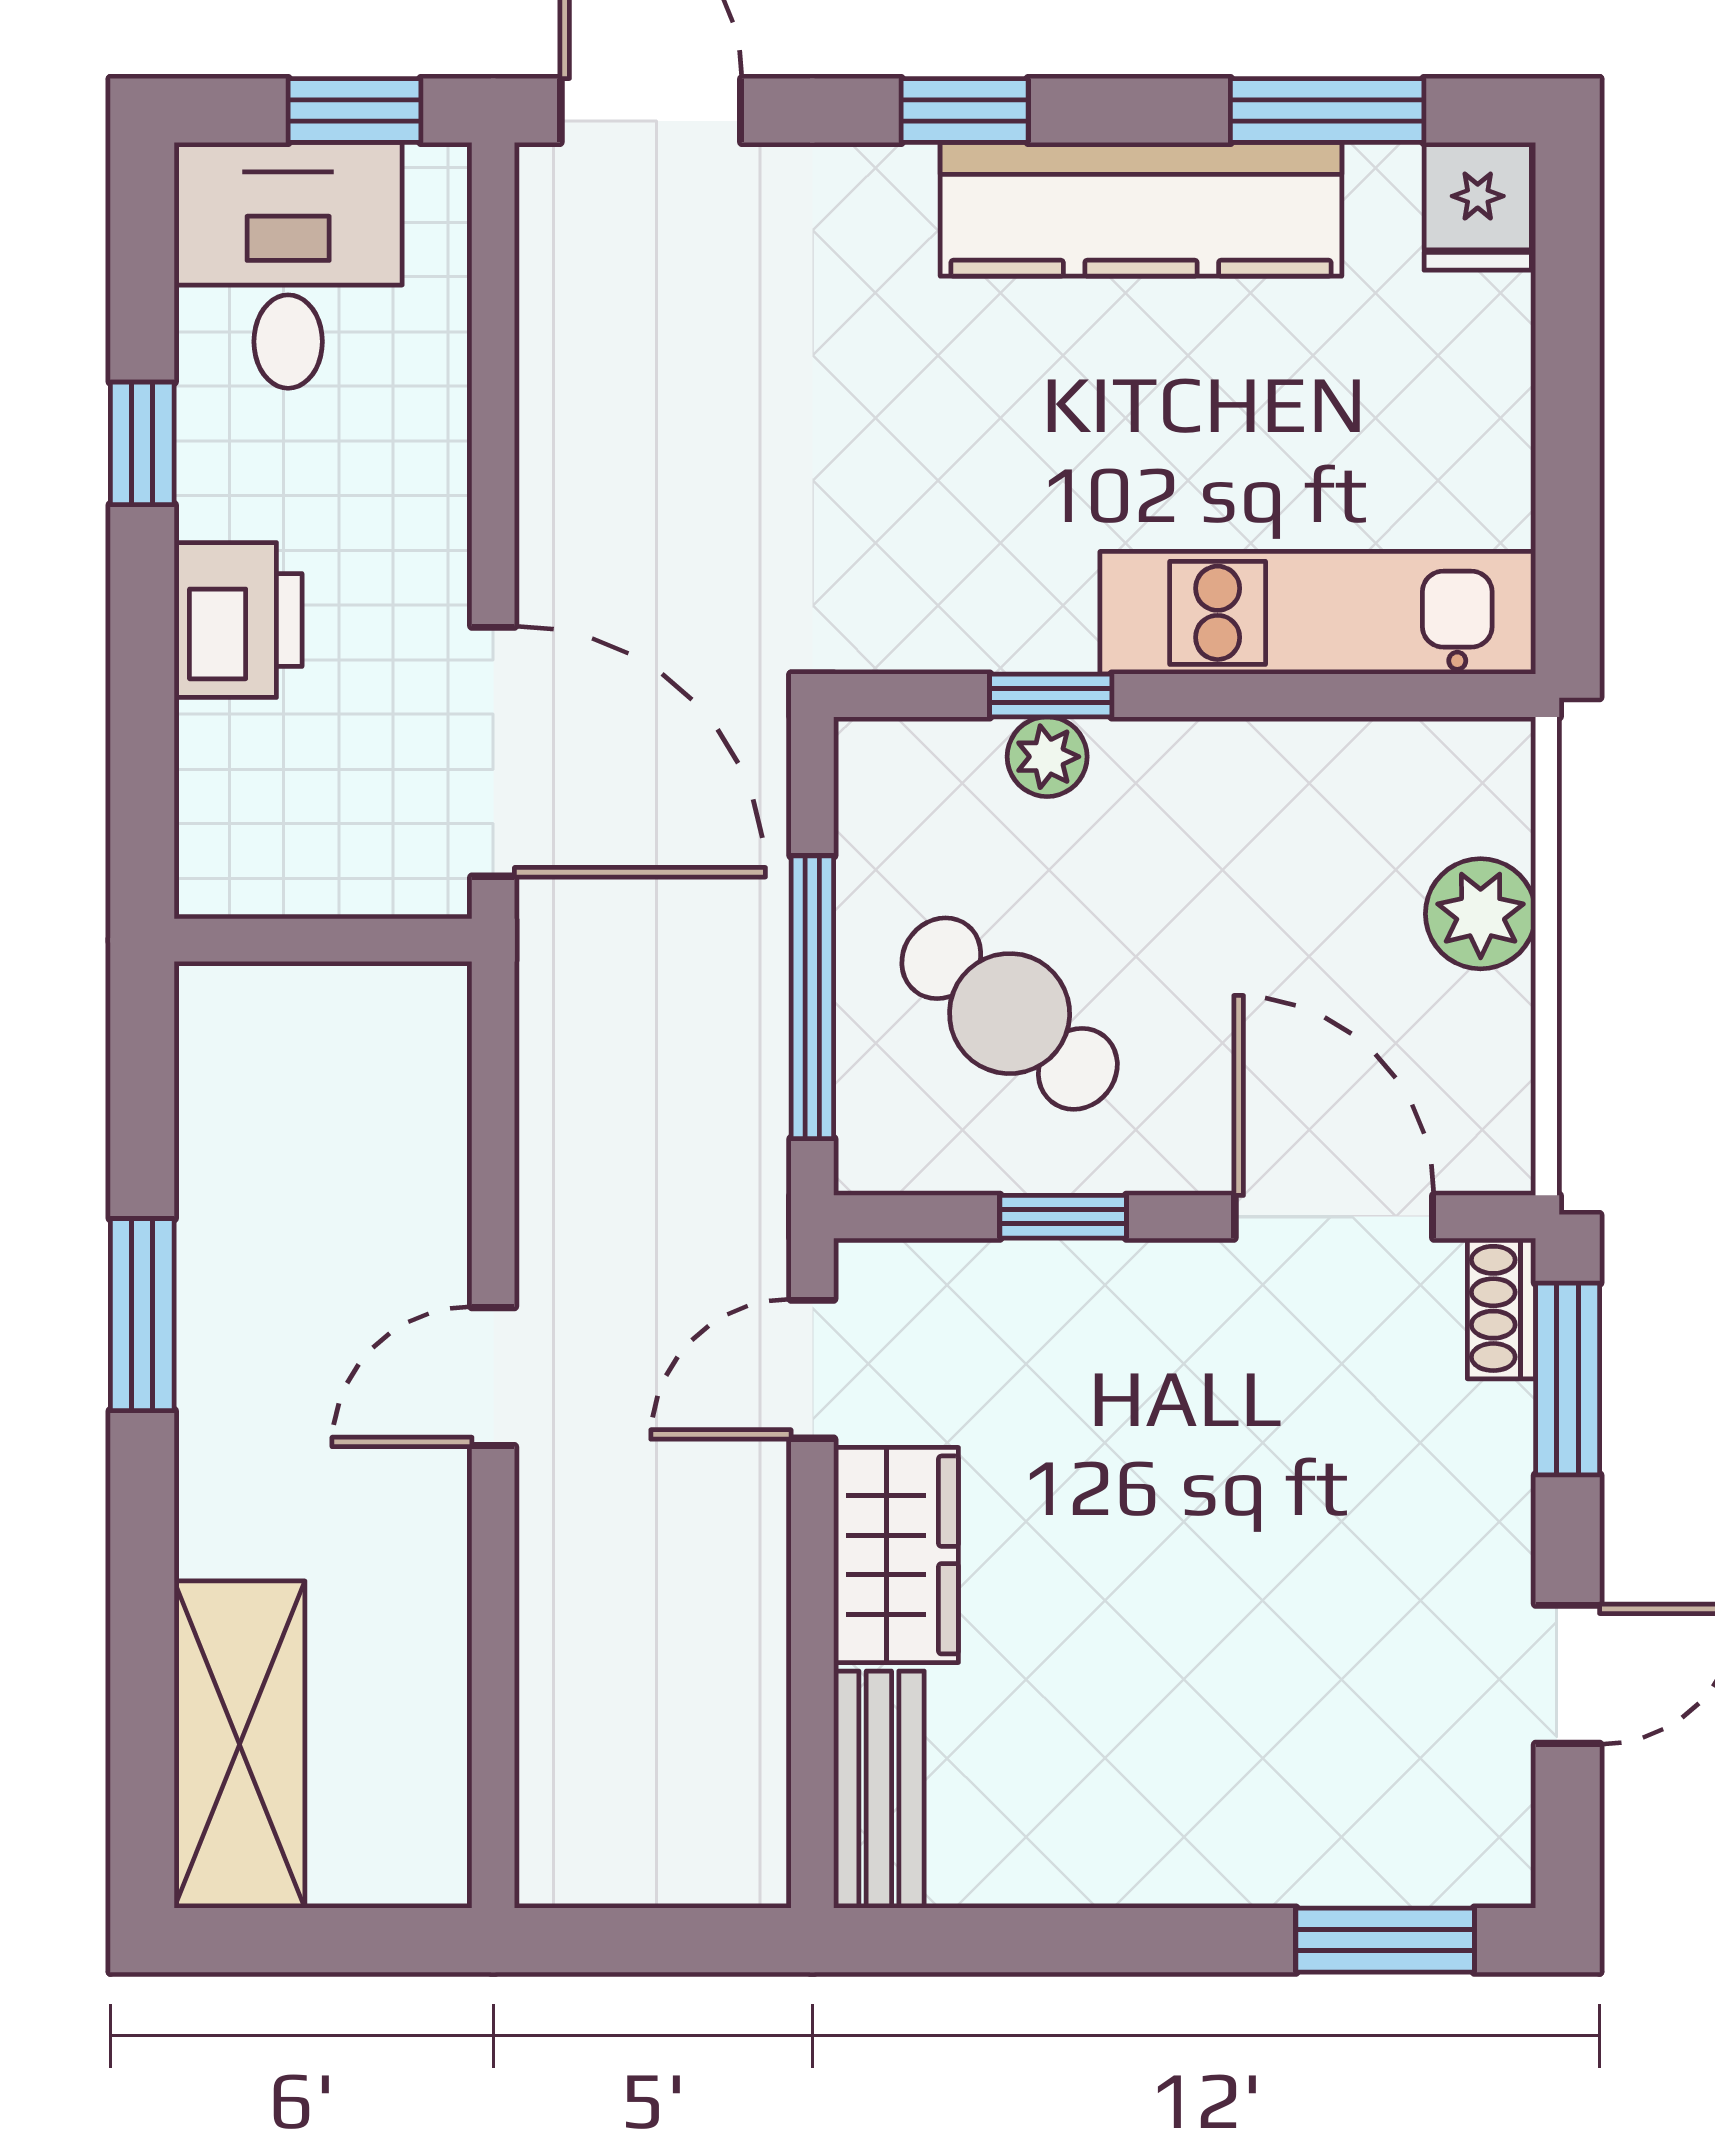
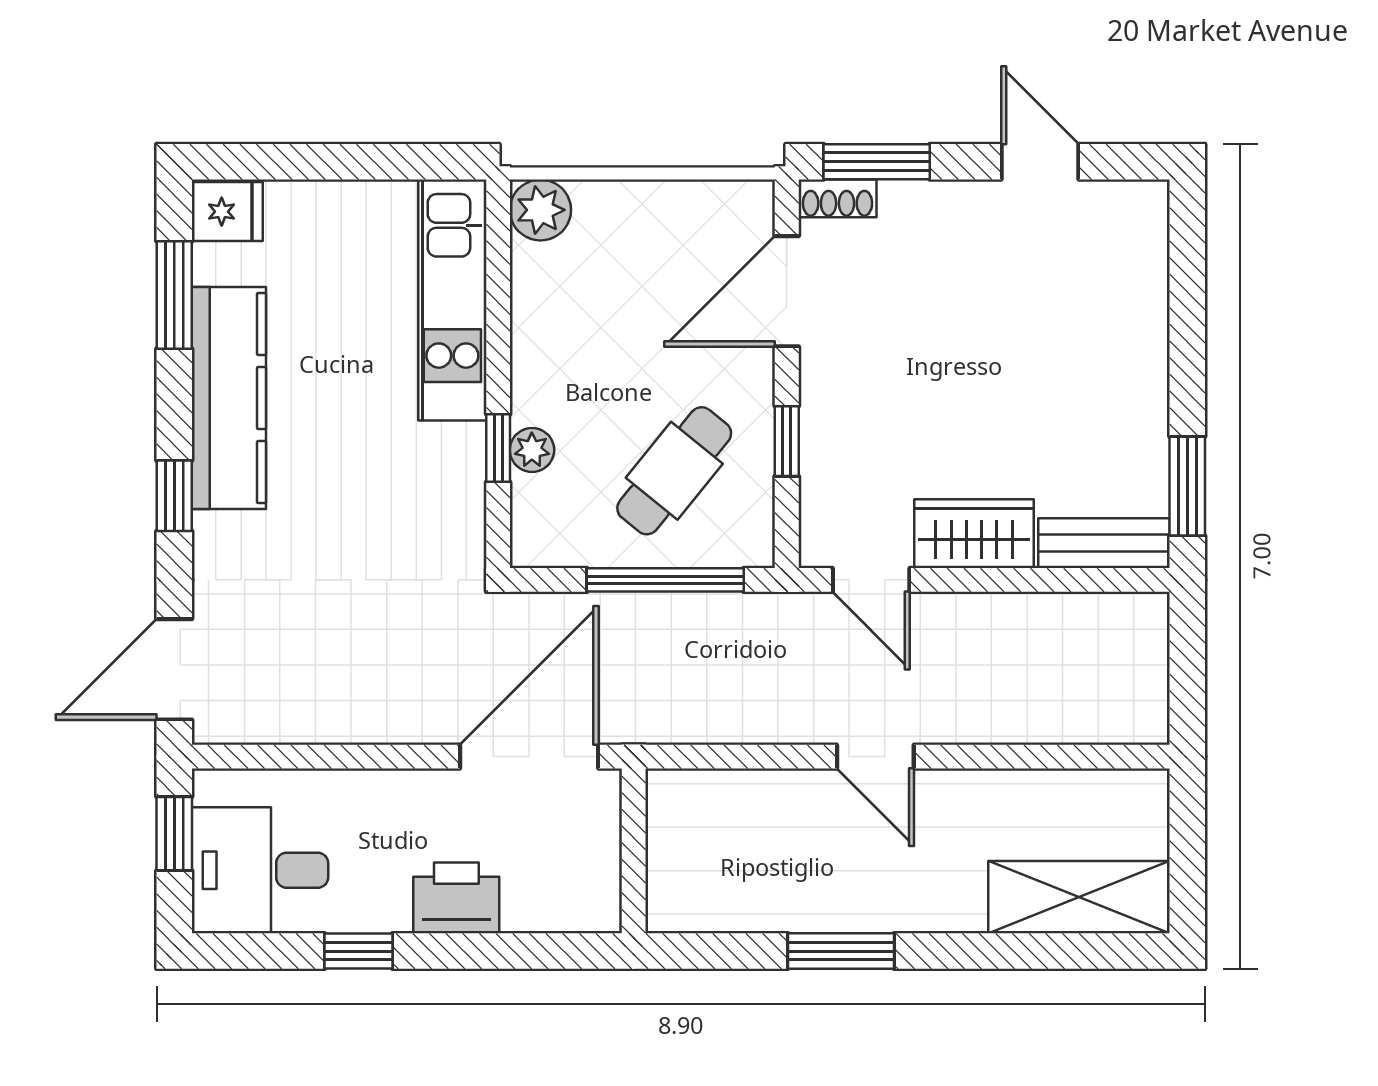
plant: (1481, 914) -> (540, 210), moved
window: (1385, 1940) -> (1187, 486), moved

